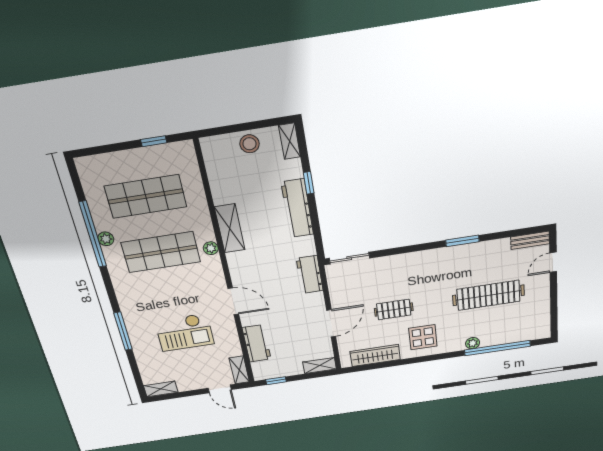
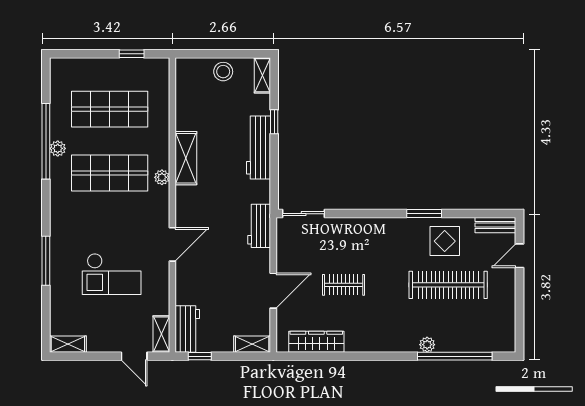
door: (233, 301) -> (172, 244), hinge flipped
display table: (423, 337) -> (445, 241), moved
workbench: (257, 343) -> (187, 329), moved

